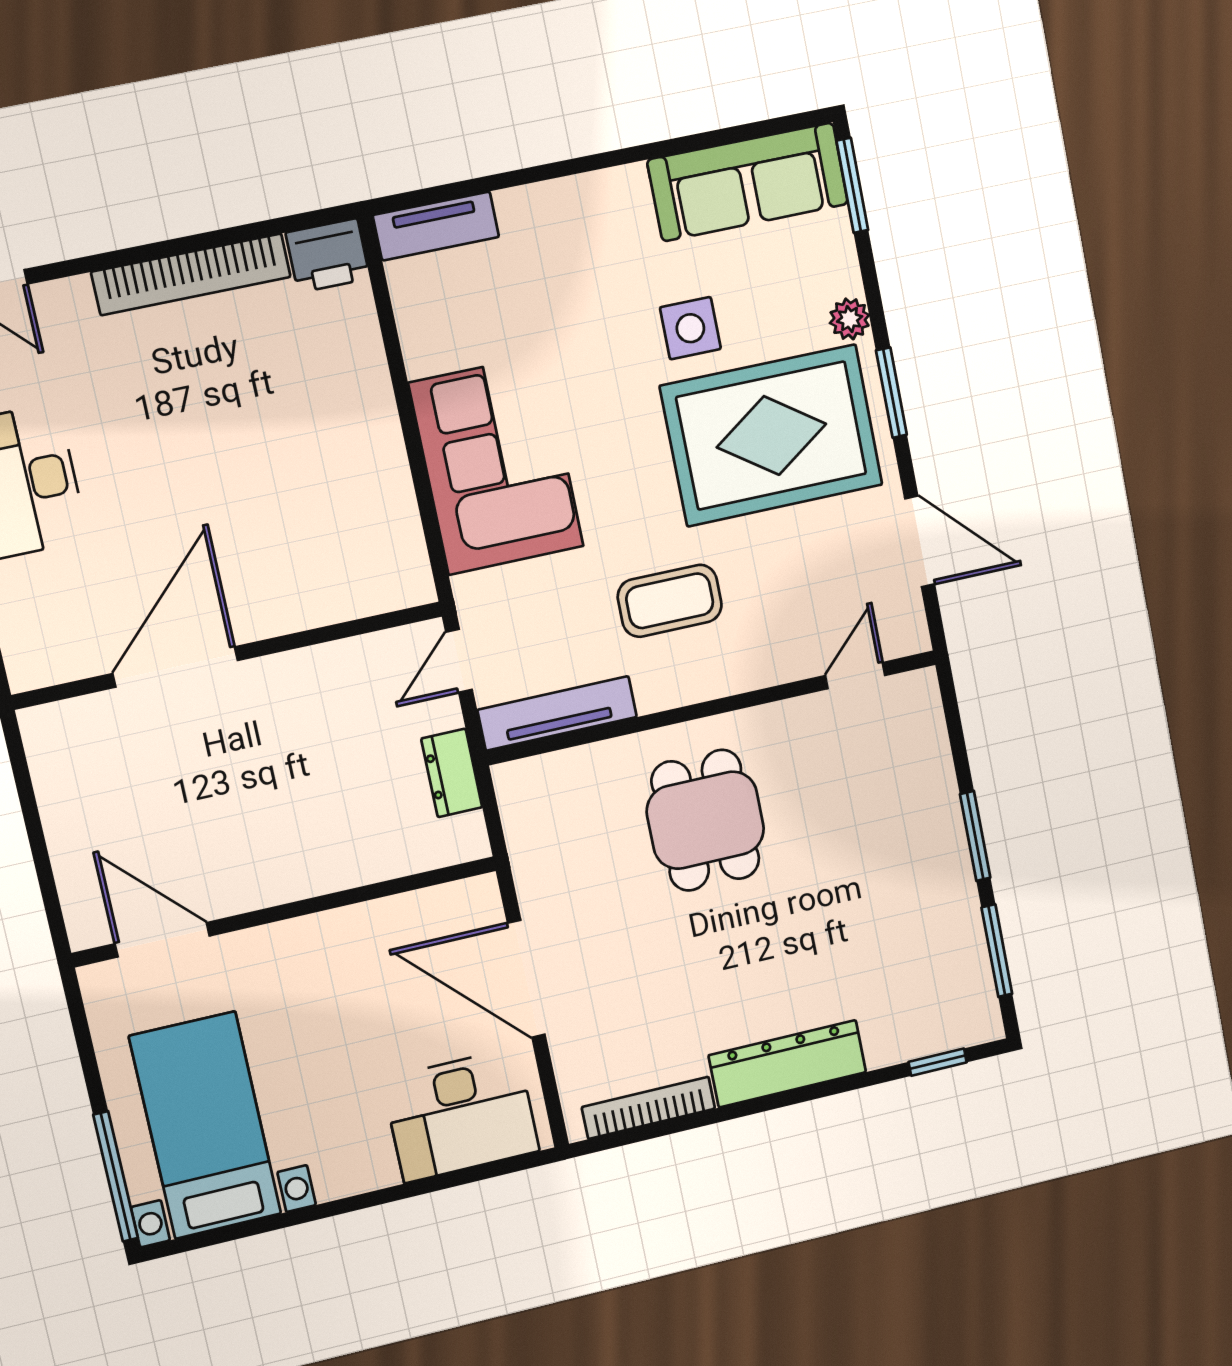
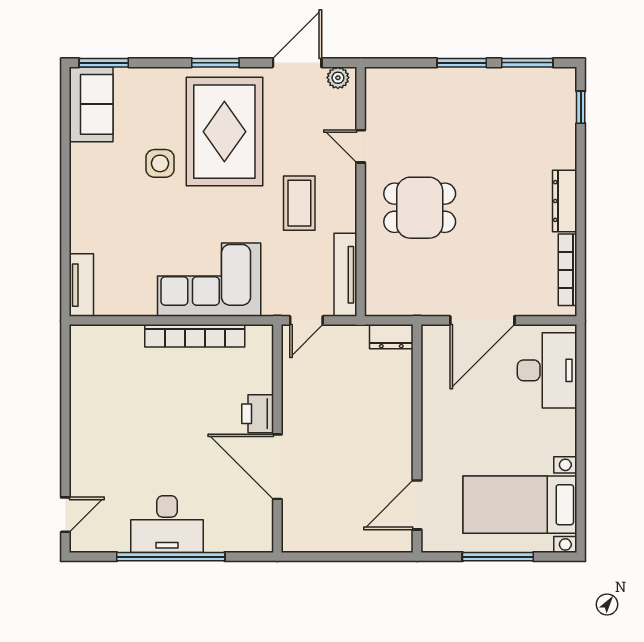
sofa: (748, 182) -> (91, 104), width x0.73
printer: (328, 256) -> (258, 414), moved, turned 180
bookcase: (191, 274) -> (195, 336), moved, turned 90
plant: (850, 319) -> (338, 78), moved
door: (459, 661) -> (306, 320), hinge flipped
door: (855, 675) -> (361, 146), moved
dresser: (452, 773) -> (391, 337), moved
dresser: (787, 1064) -> (565, 201), width x0.73, depth x0.80
window: (116, 1176) -> (498, 557), moved

